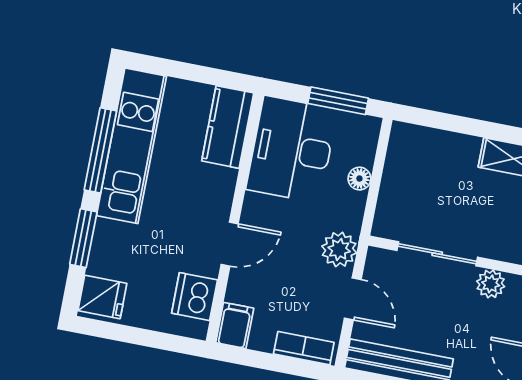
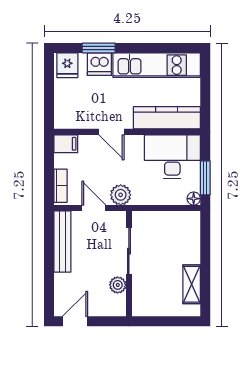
kitchen counter: (228, 127) -> (167, 118), width x1.50
window: (100, 150) -> (151, 48), removed
floor lamp: (359, 179) -> (194, 199), moved
dishwasher: (195, 297) -> (99, 64), moved, turned 180
door: (353, 299) -> (94, 208), swing flipped

